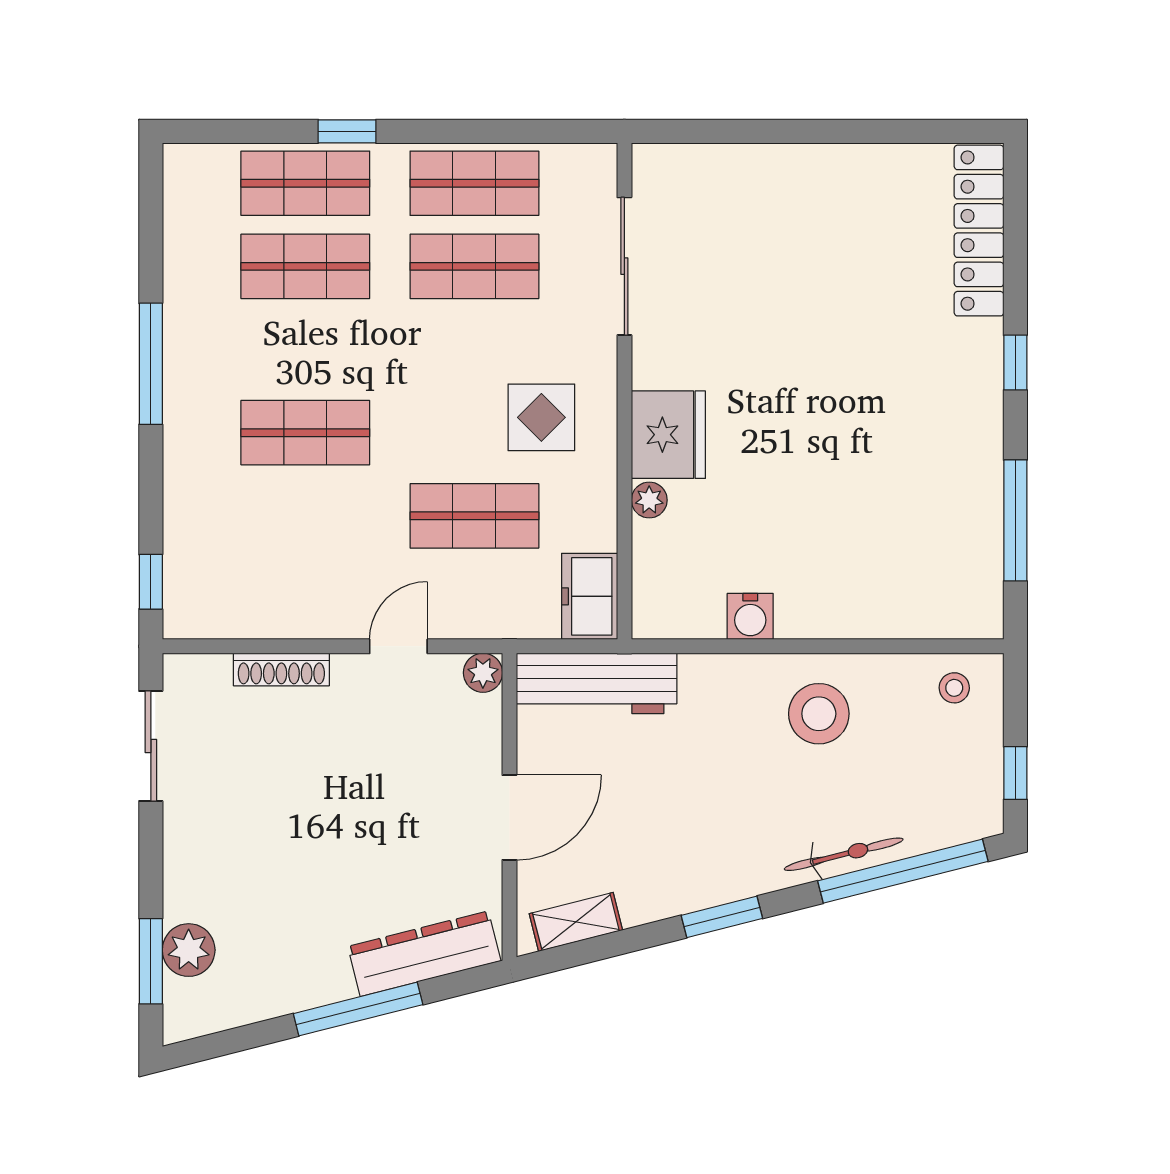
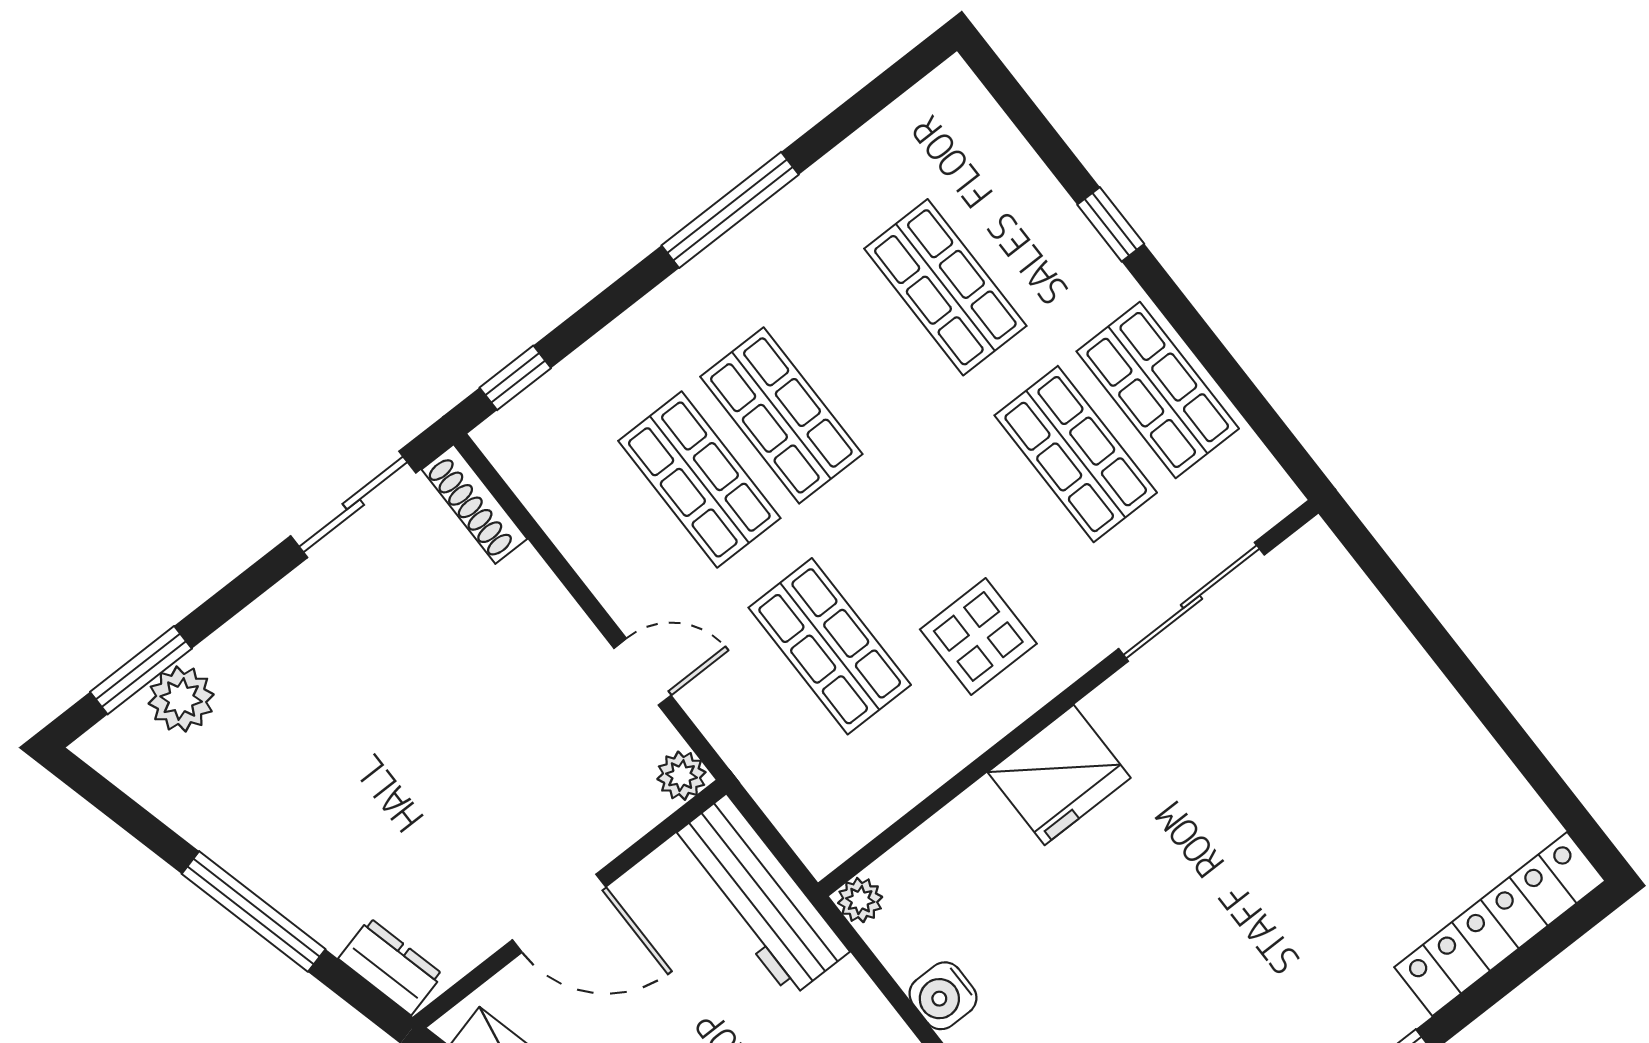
shop shelf: (305, 183) -> (699, 479), moved
plant: (649, 500) -> (860, 900), moved
freezer: (590, 596) -> (839, 822), removed
shoe rack: (281, 670) -> (474, 504), moved
dresser: (424, 954) -> (391, 967), width x0.51, depth x0.80

